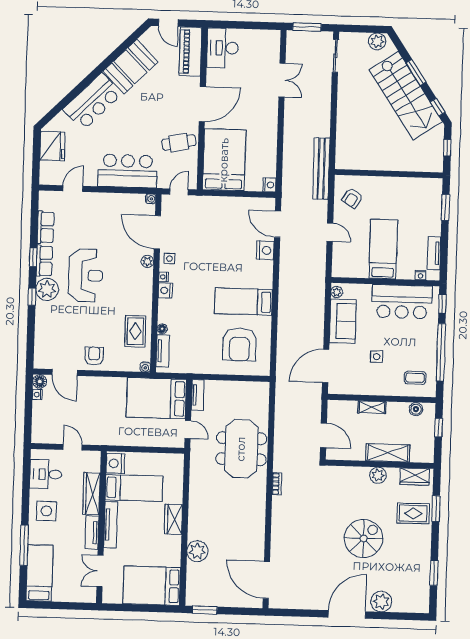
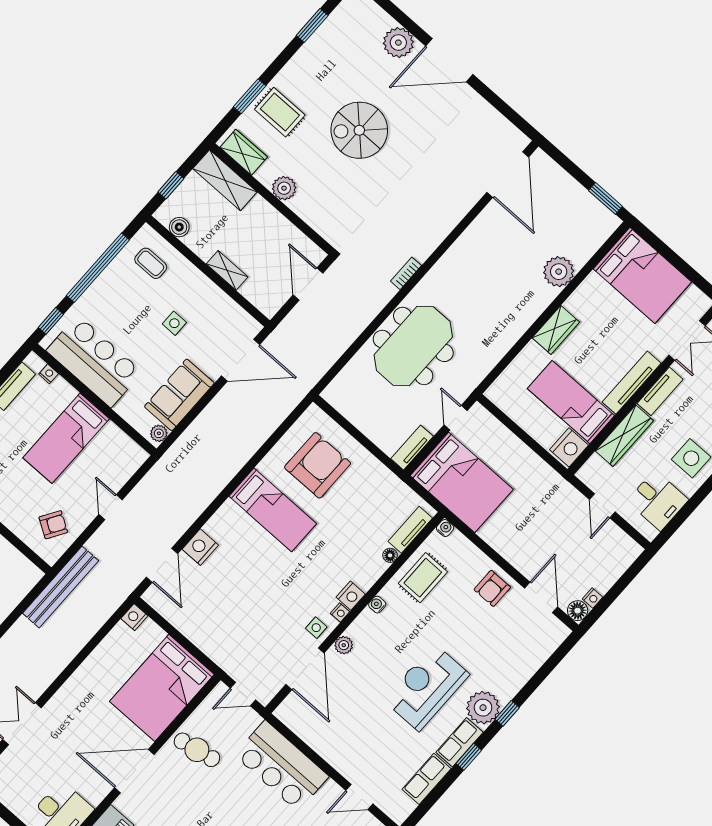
water cooler: (151, 199) -> (377, 605), moved
shelving: (388, 453) -> (225, 180), moved

